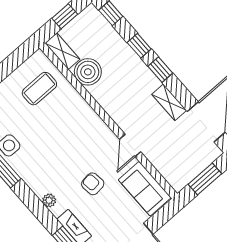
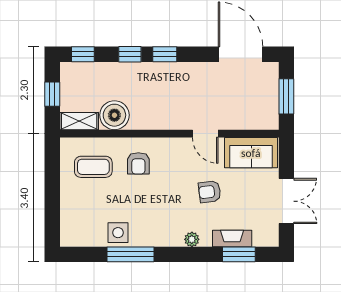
coffee table: (39, 89) -> (93, 167), turned 90
shelving: (169, 102) -> (198, 70), removed
armchair: (69, 118) -> (138, 163), added

